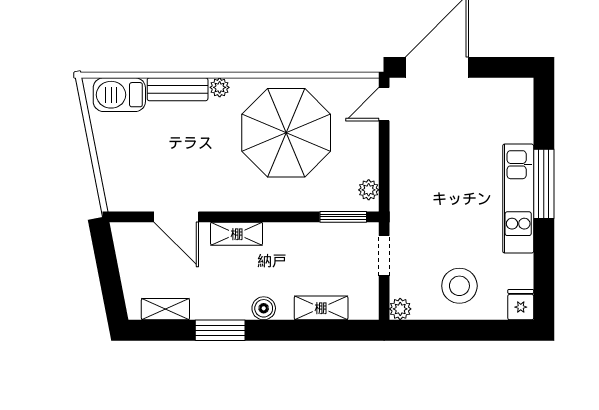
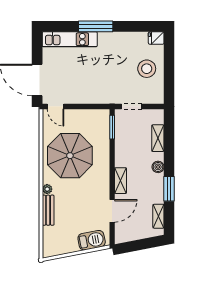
barbecue: (119, 95) -> (92, 240), moved, turned -101
plant: (369, 190) -> (99, 114), removed
kitchen unit: (518, 199) -> (70, 39), moved
plant: (400, 309) -> (158, 98), removed

